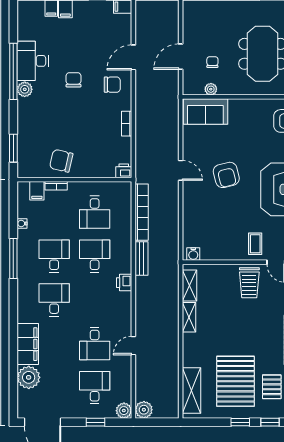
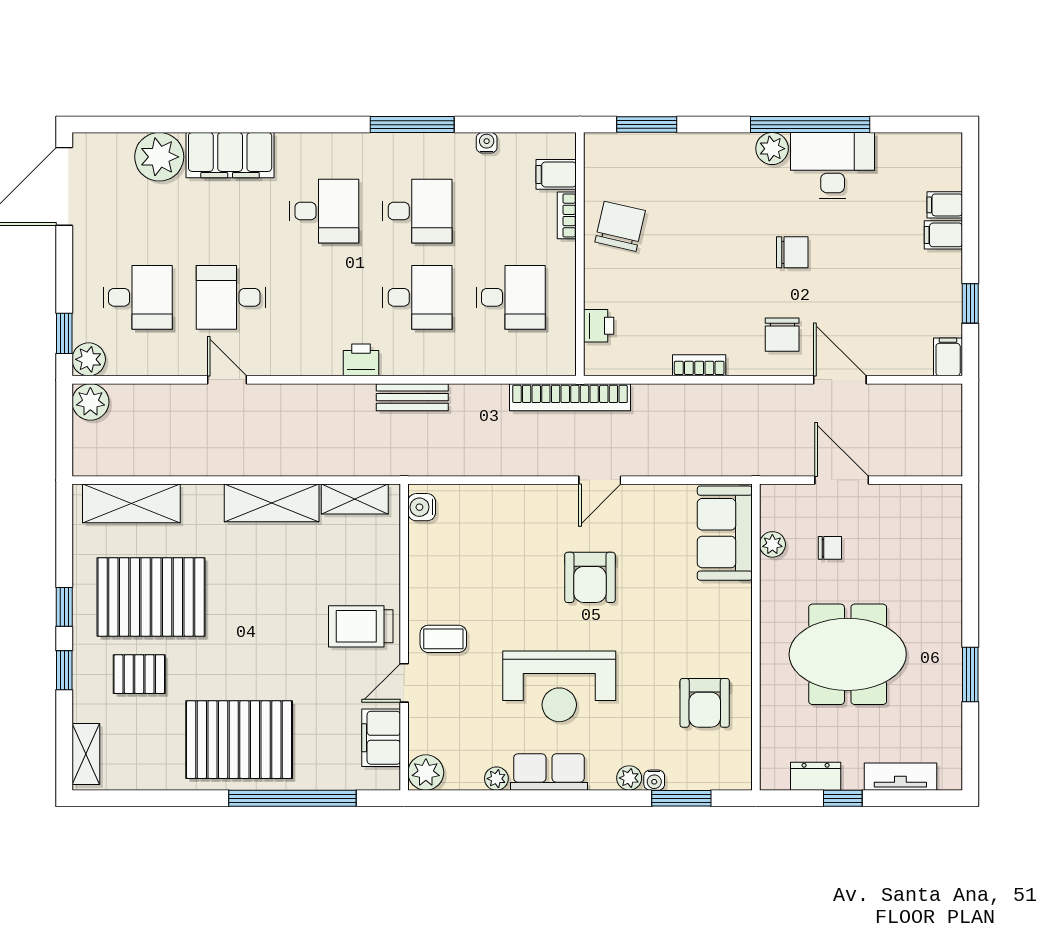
printer: (124, 171) -> (599, 326), moved
armchair: (226, 175) -> (590, 577), turned -76
desk: (95, 212) -> (511, 297), turned 180
bookcase: (142, 212) -> (570, 397), moved
shelving: (189, 317) -> (272, 503), width x1.50, depth x1.33
window: (96, 422) -> (64, 333), moved

